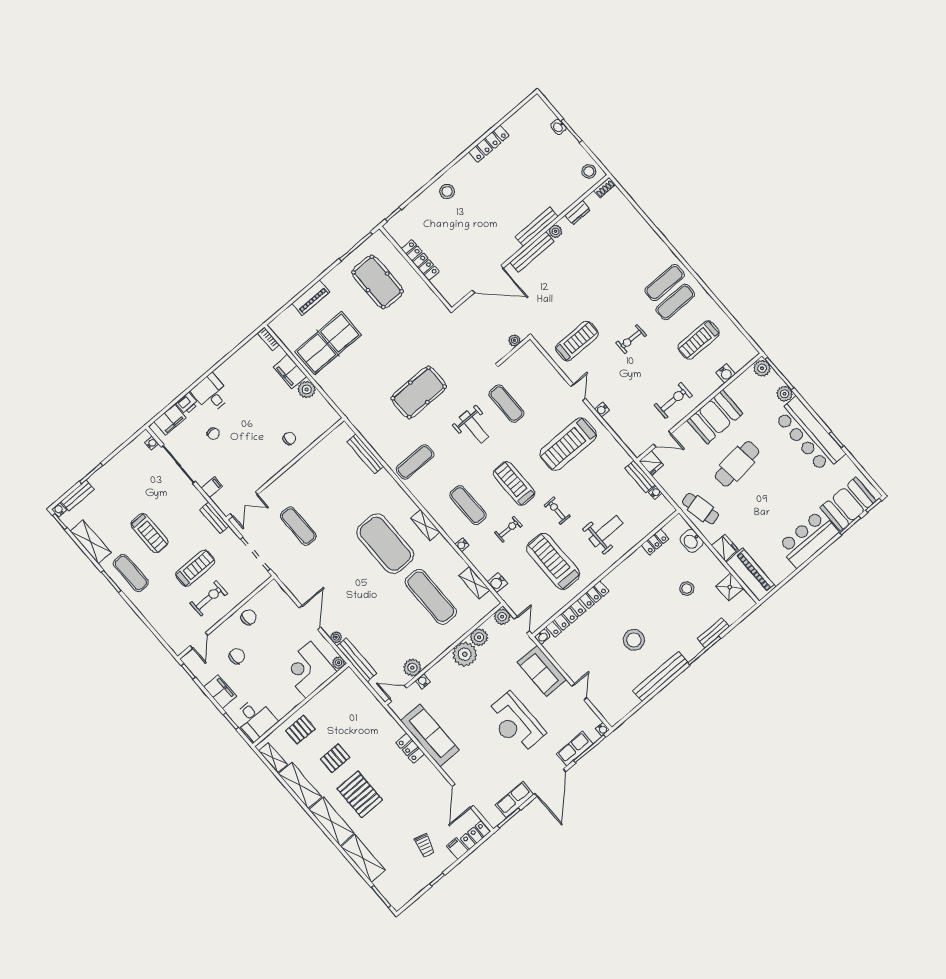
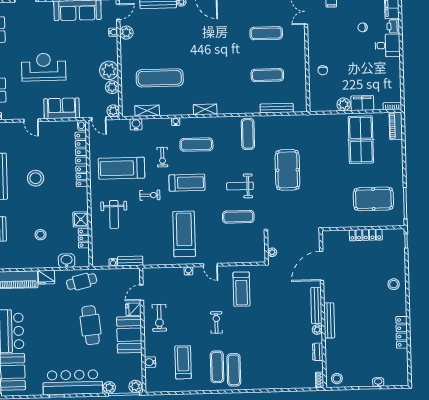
piano: (311, 298) -> (396, 126), moved
fridge: (651, 463) -> (133, 309), moved
exercise mat: (385, 544) -> (267, 75), moved, width x0.50, depth x0.69
treadmill: (553, 561) -> (122, 168), turned 180
shower: (730, 587) -> (81, 219), moved

